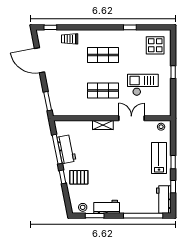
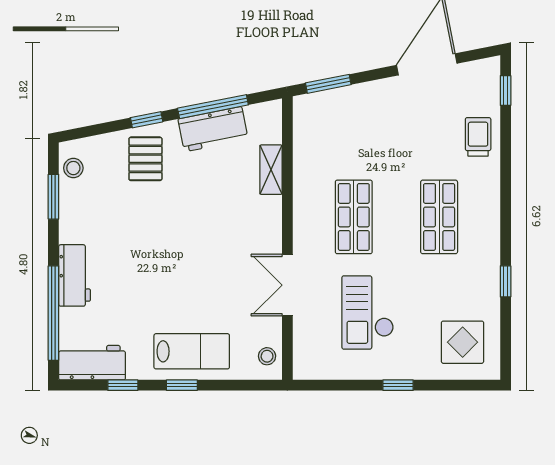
checkout: (143, 85) -> (368, 312), turned 180
double door: (131, 118) -> (287, 285), swing flipped
shelving: (103, 125) -> (271, 170), moved
workbench: (107, 207) -> (75, 275), moved

